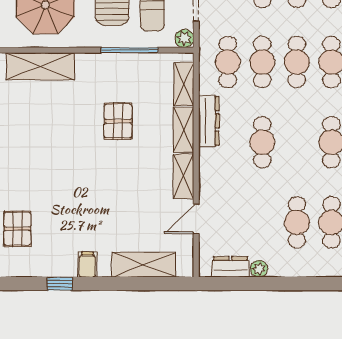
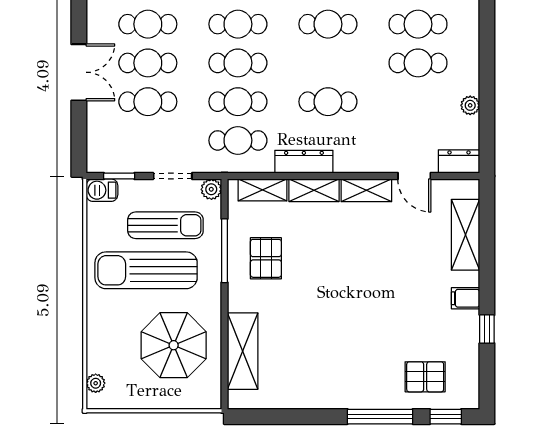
pallet: (118, 121) -> (266, 258), moved, turned 90
dresser: (230, 267) -> (459, 161), moved, turned 90

